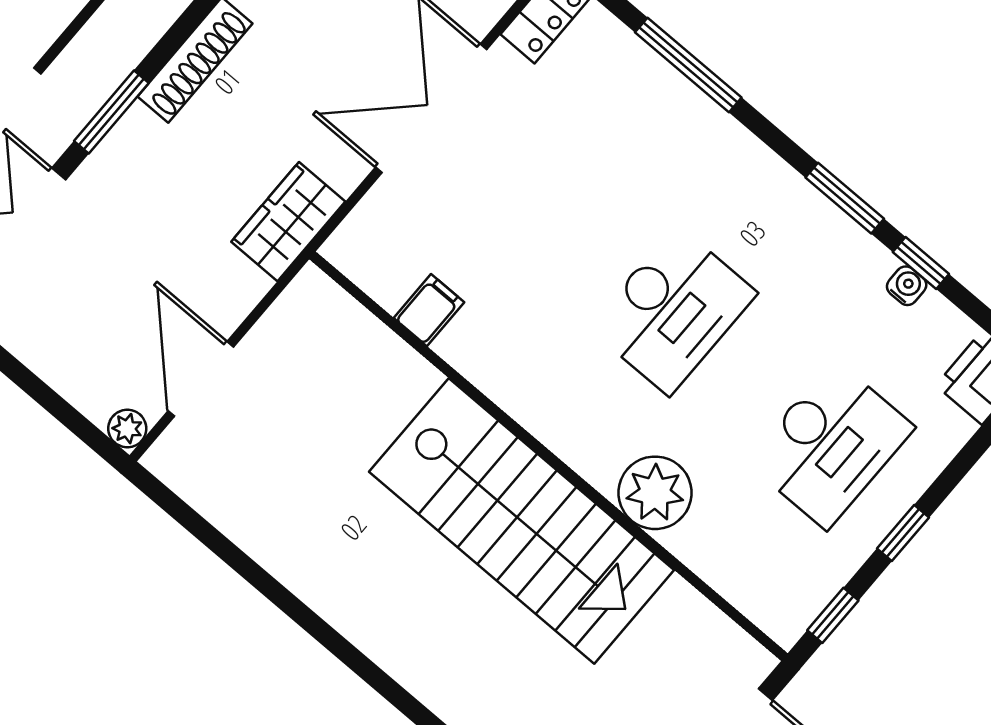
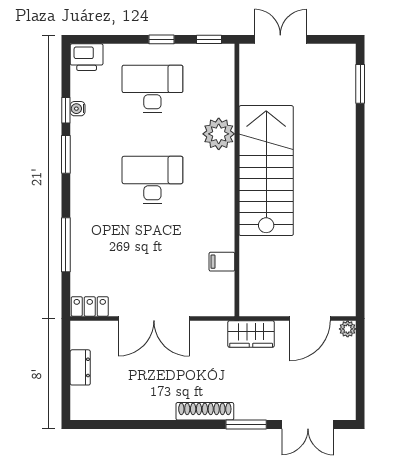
wardrobe: (288, 222) -> (251, 334), moved

